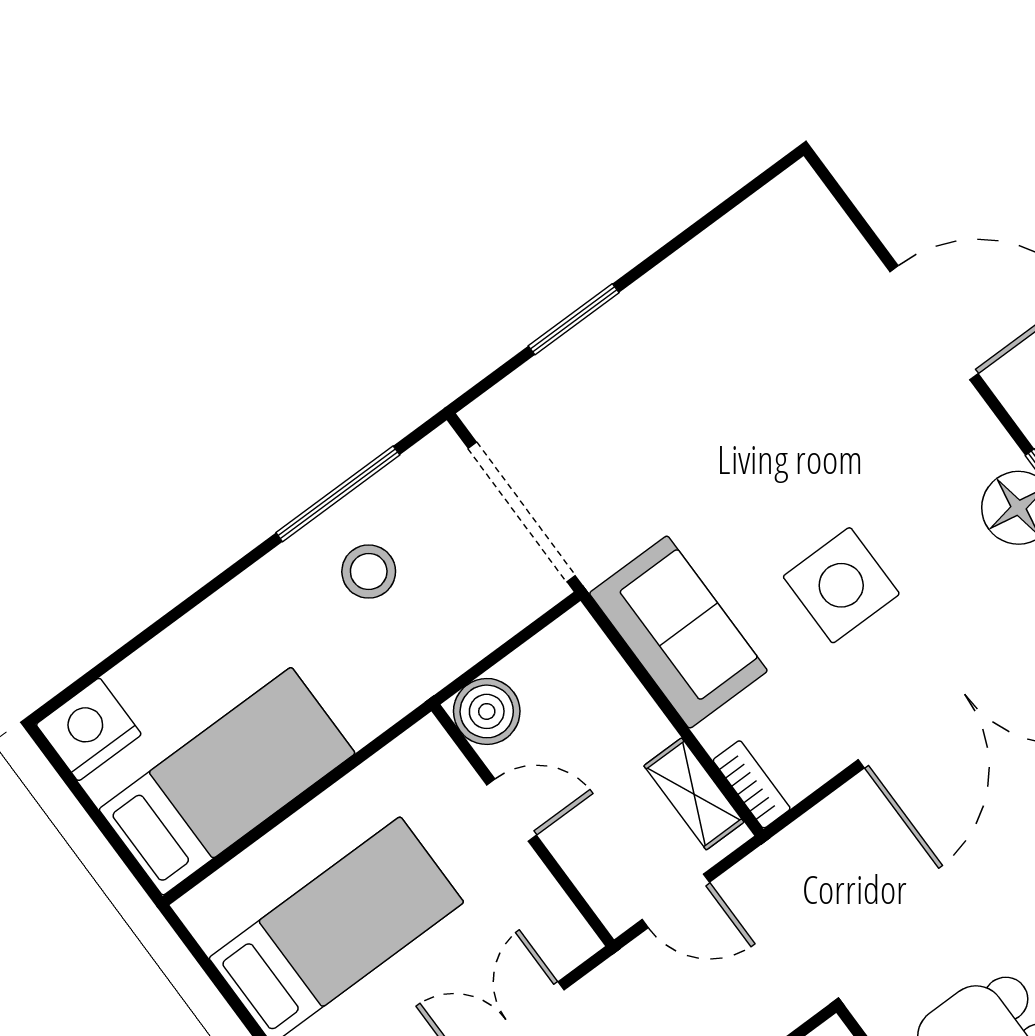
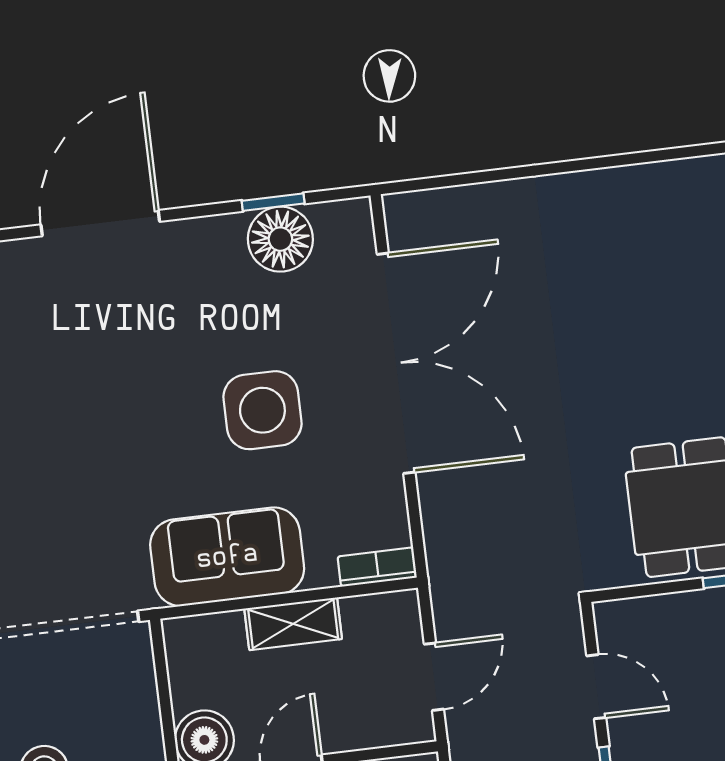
shelving: (694, 794) -> (293, 624), moved

